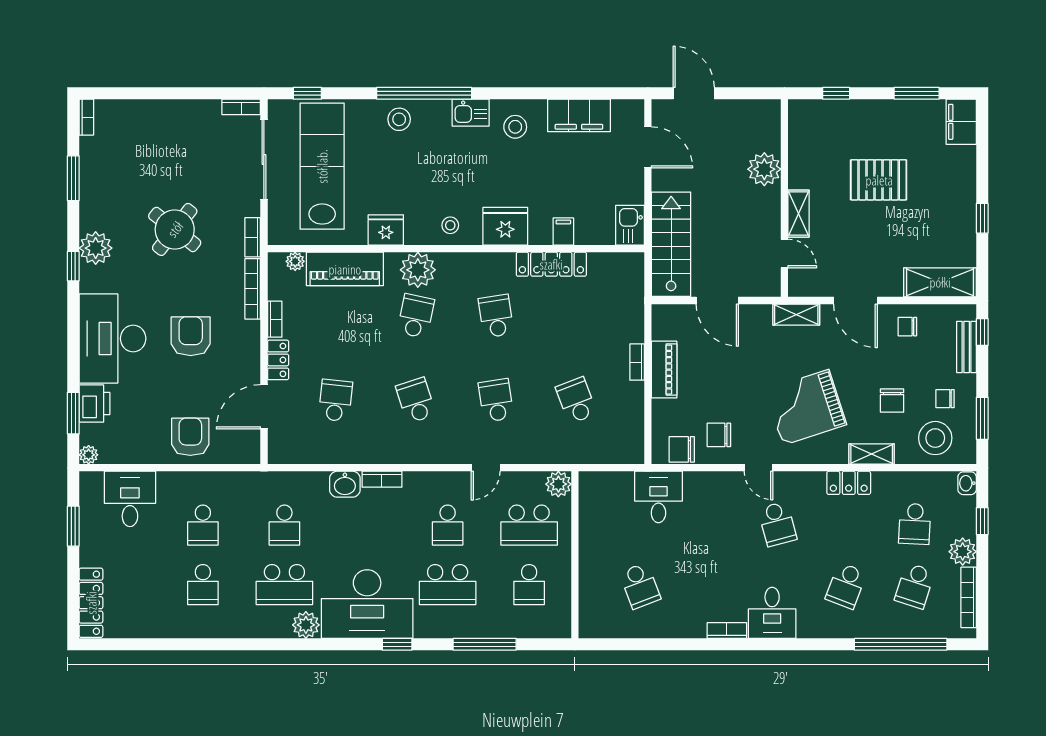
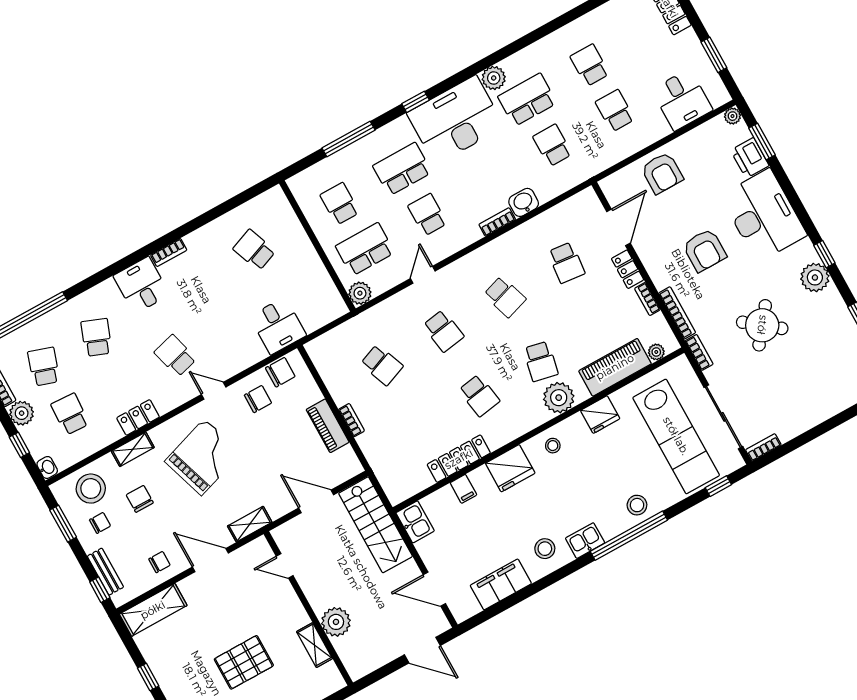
shelving: (799, 214) -> (314, 645), moved

